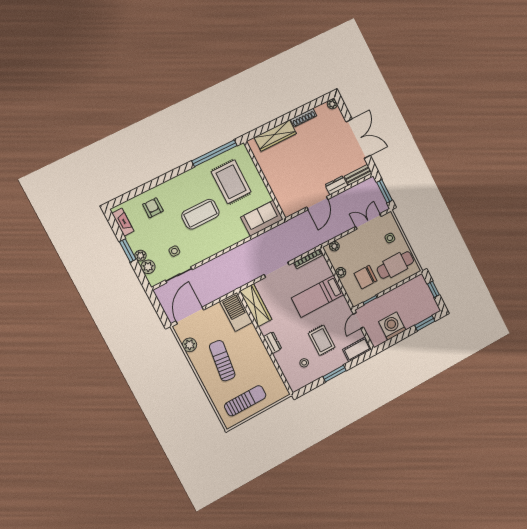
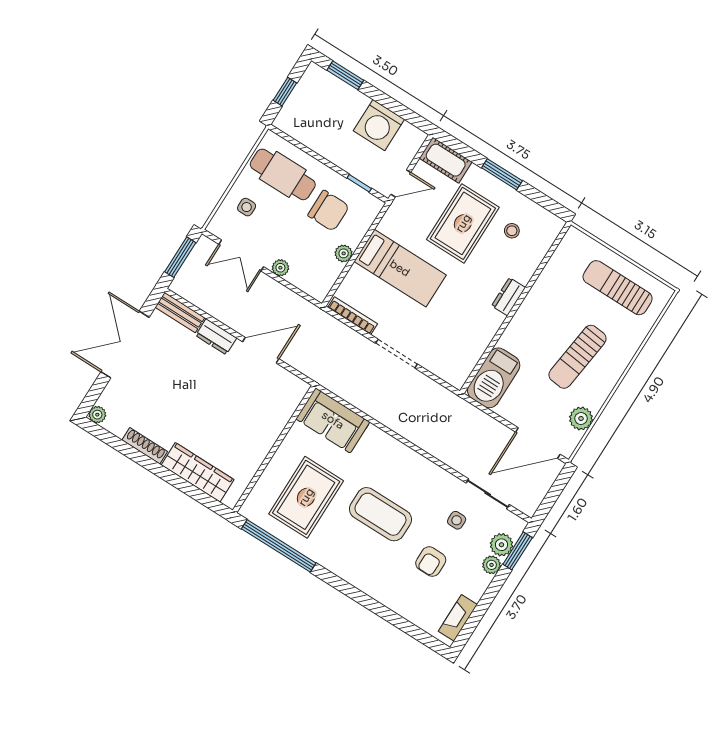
armchair: (153, 208) -> (431, 562), moved
plant: (334, 246) -> (280, 268), moved
window: (128, 251) -> (518, 551), moved
wardrobe: (256, 305) -> (467, 355), removed
rug: (322, 340) -> (463, 223), width x1.36, depth x1.43

